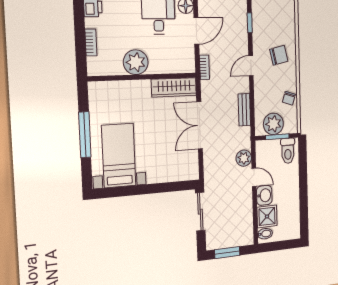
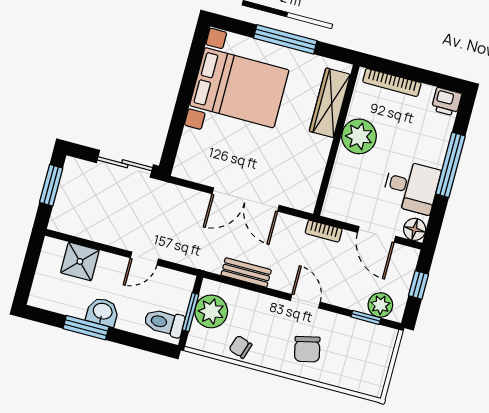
bookcase: (91, 42) -> (392, 82), width x1.56
wardrobe: (174, 87) -> (330, 103), moved
double door: (200, 125) -> (246, 199), swing flipped
bed with nightstands: (119, 156) -> (239, 88), width x1.36
plant: (244, 158) -> (380, 305), moved
washbasin: (264, 195) -> (102, 312), moved, turned 180
window: (304, 198) -> (86, 328), added
bidet: (265, 234) -> (56, 251), removed

